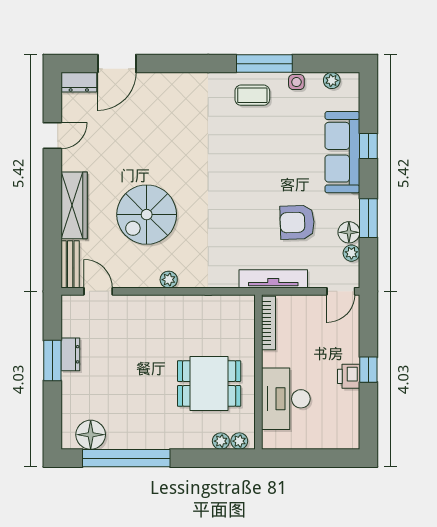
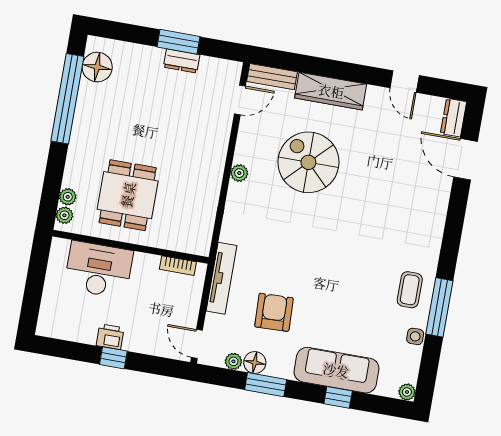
plant: (332, 80) -> (407, 392), moved
bookcase: (268, 323) -> (178, 266), width x0.64

